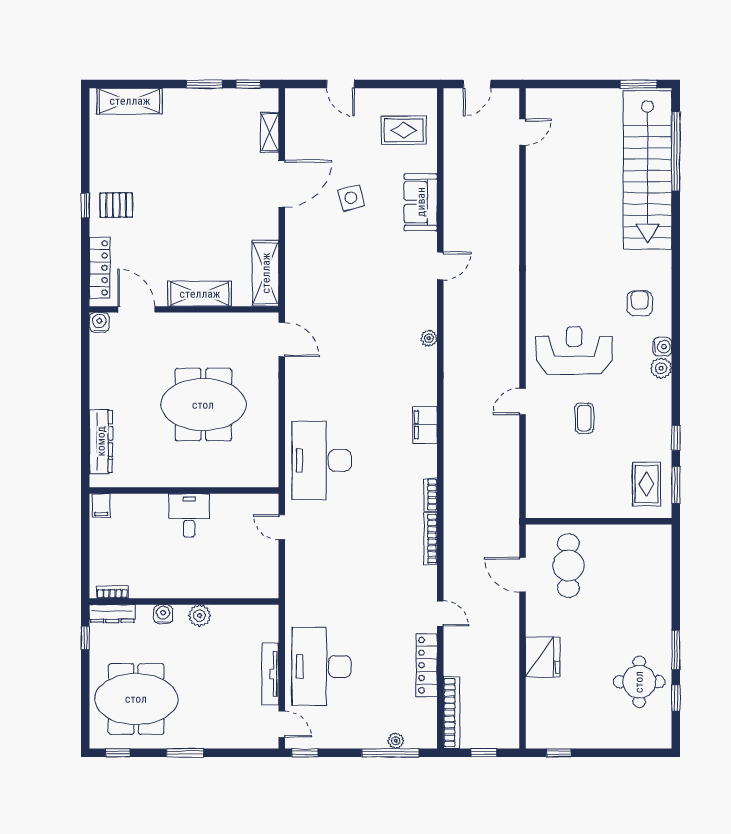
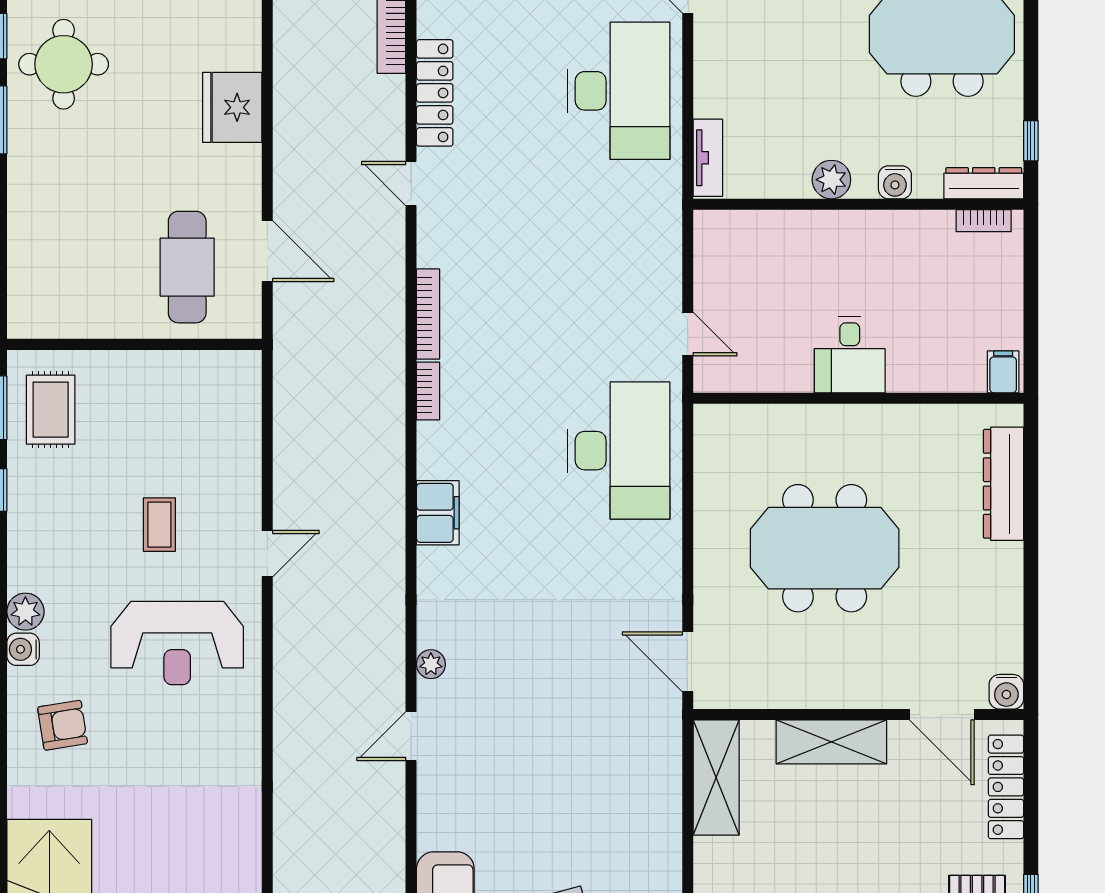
door: (440, 266) -> (411, 736), moved
armchair: (640, 303) -> (63, 725), turned -99
tv unit: (270, 674) -> (708, 158), moved, width x0.71

